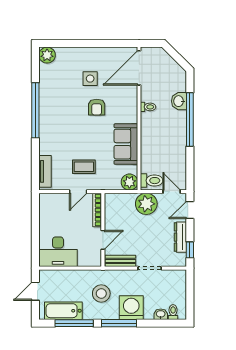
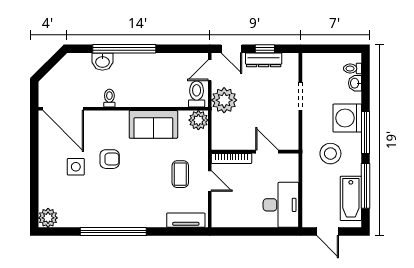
window: (190, 250) -> (265, 49), moved
bench: (120, 261) -> (292, 131), removed

